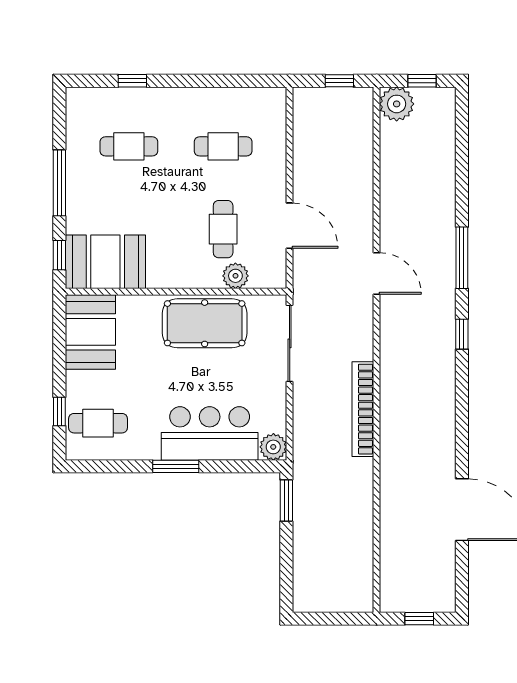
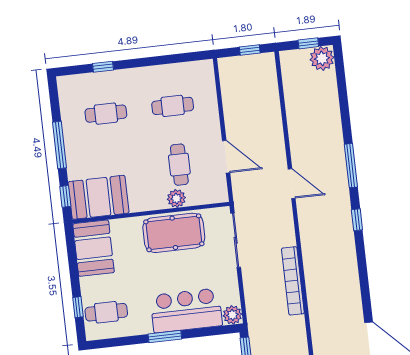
plant: (397, 104) -> (322, 58), moved
plant: (235, 276) -> (176, 198), moved

